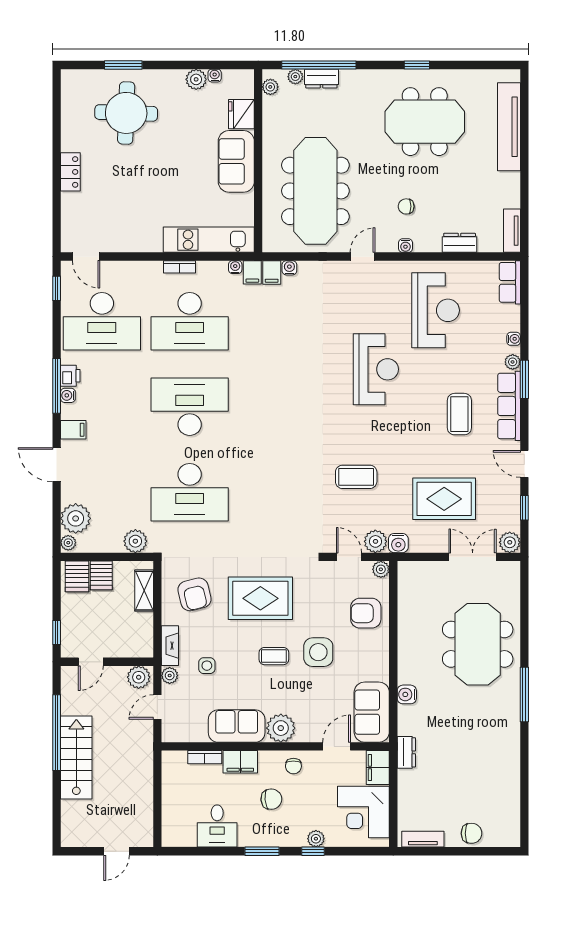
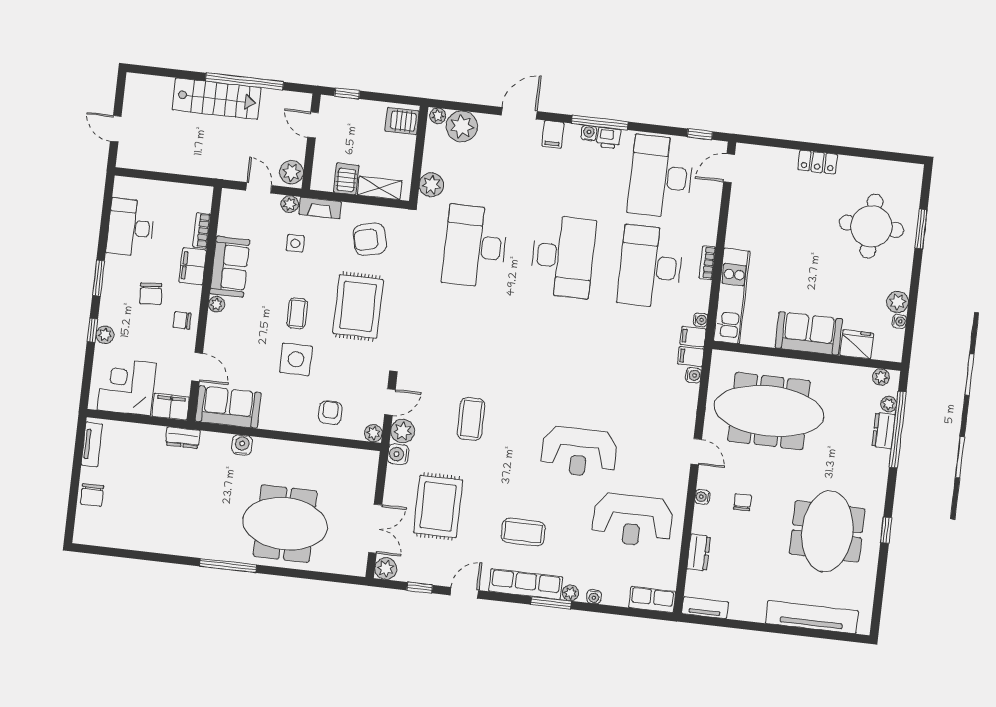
server rack: (101, 575) -> (346, 179), moved, turned 90
armchair: (366, 613) -> (330, 413), width x0.72, depth x0.72
plant: (281, 728) -> (216, 304), width x0.53, depth x0.53
desk: (217, 826) -> (131, 227), width x1.37

